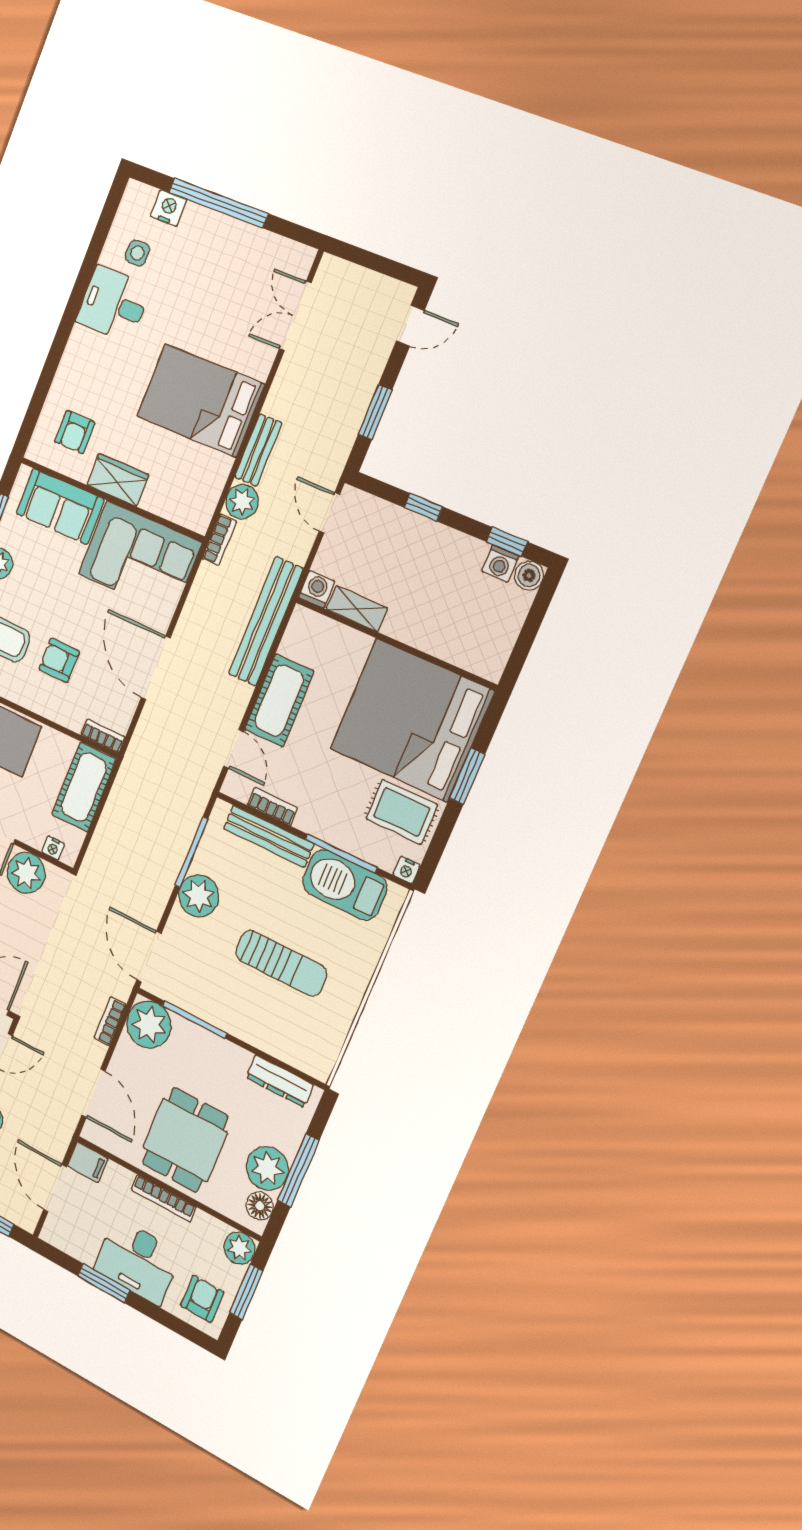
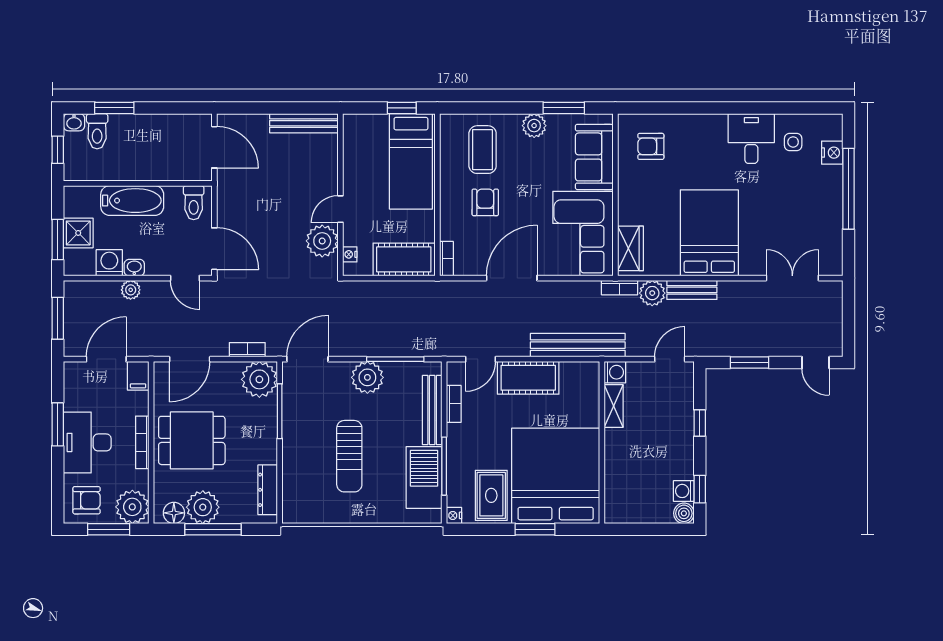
wardrobe: (118, 480) -> (630, 248), moved
plant: (239, 1248) -> (132, 507), width x1.36, depth x1.36

